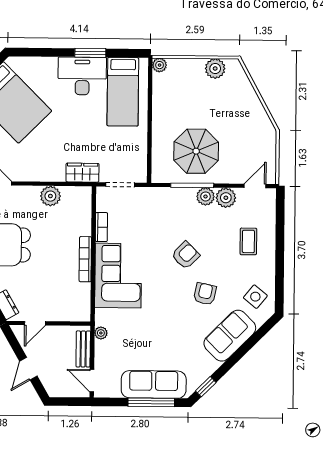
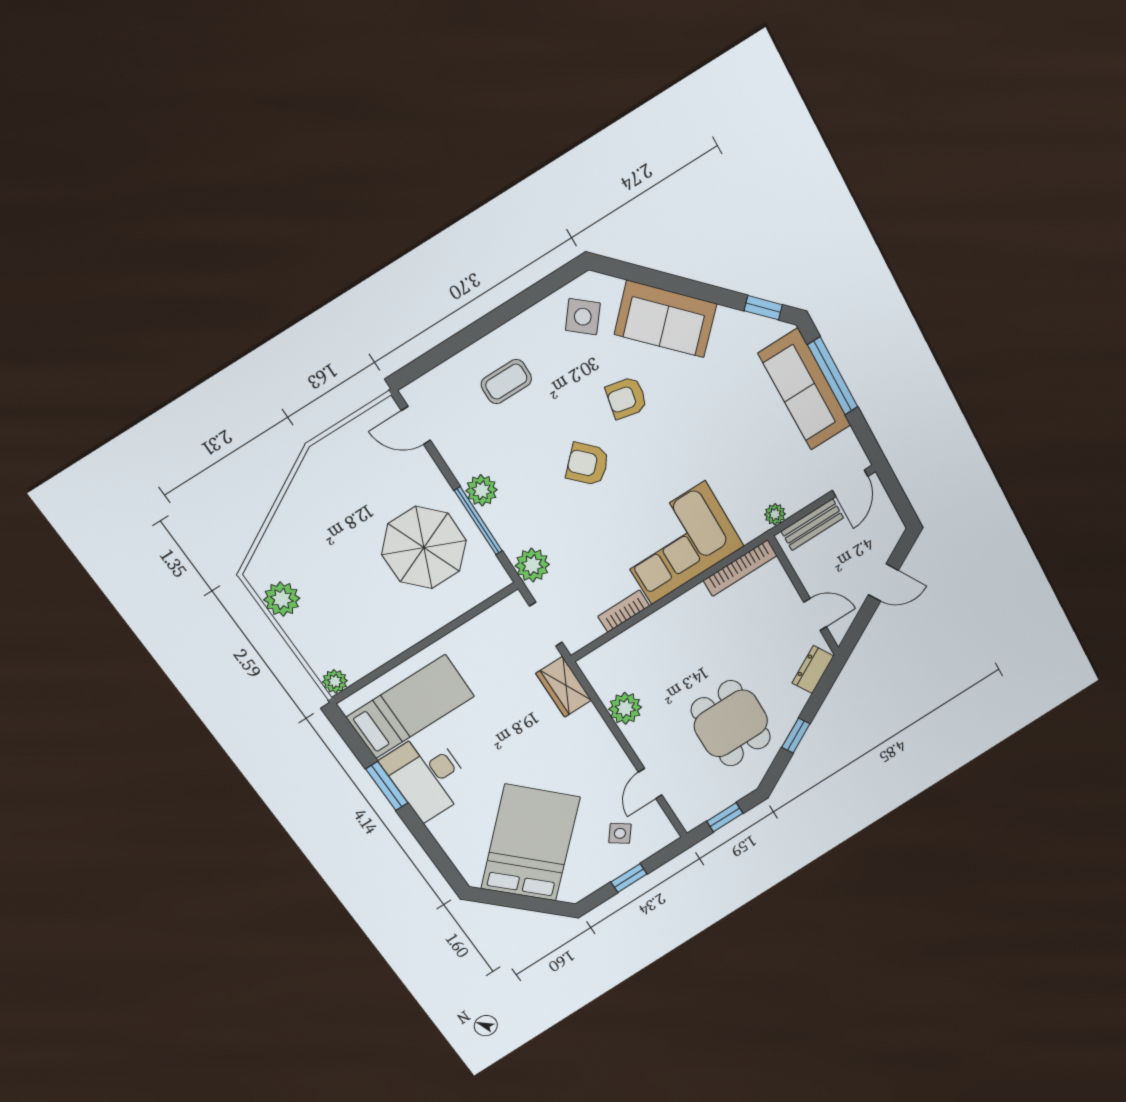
plant: (226, 198) -> (532, 565), moved
bookcase: (85, 259) -> (740, 568), moved

